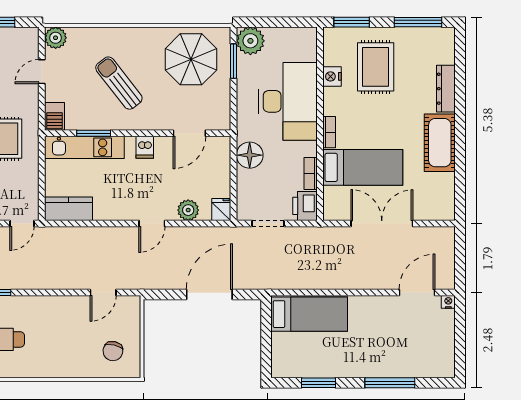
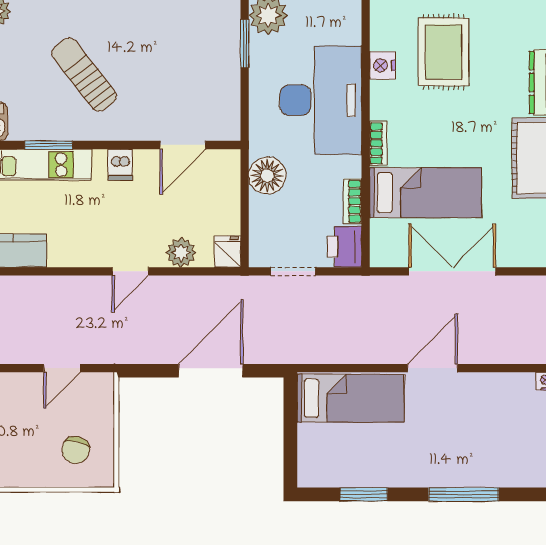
parasol: (191, 59) -> (185, 41), removed
door: (417, 293) -> (433, 368), moved

